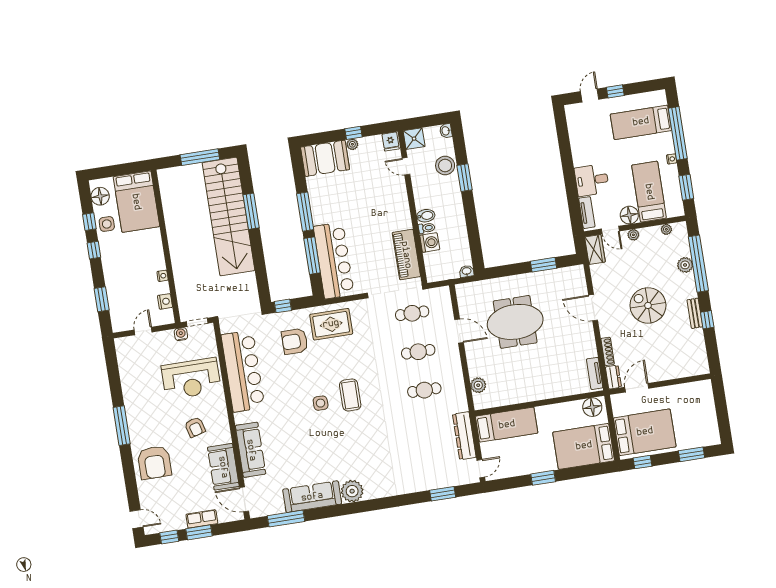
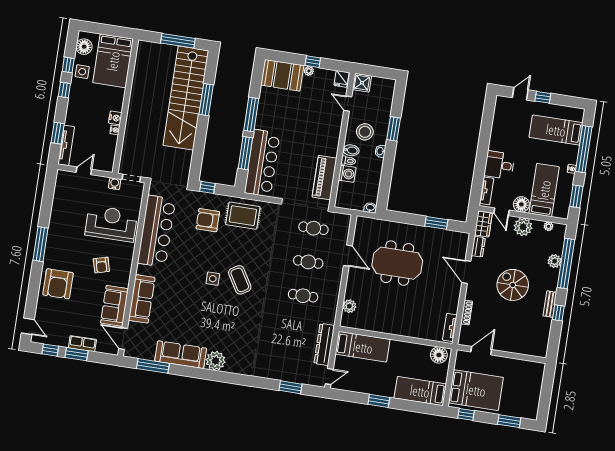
washbasin: (446, 131) -> (380, 151), moved
stool: (445, 166) -> (365, 132), moved
plant: (633, 235) -> (523, 227), width x1.88, depth x1.88
nightstand: (165, 301) -> (115, 118), moved
tv unit: (115, 310) -> (66, 145), added
dresser: (613, 377) -> (478, 247), moved
reception desk: (191, 379) -> (111, 224), turned 180
coffee table: (350, 395) -> (240, 280), turned -31
bed: (584, 446) -> (420, 391), width x0.67

